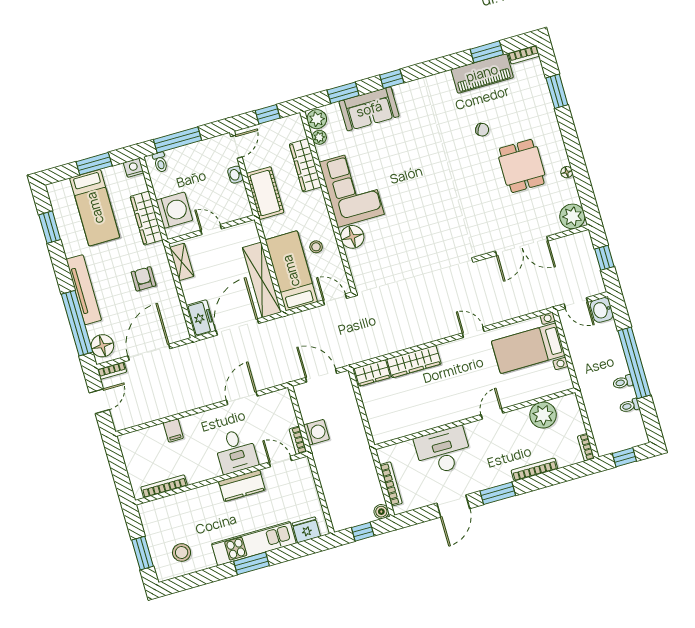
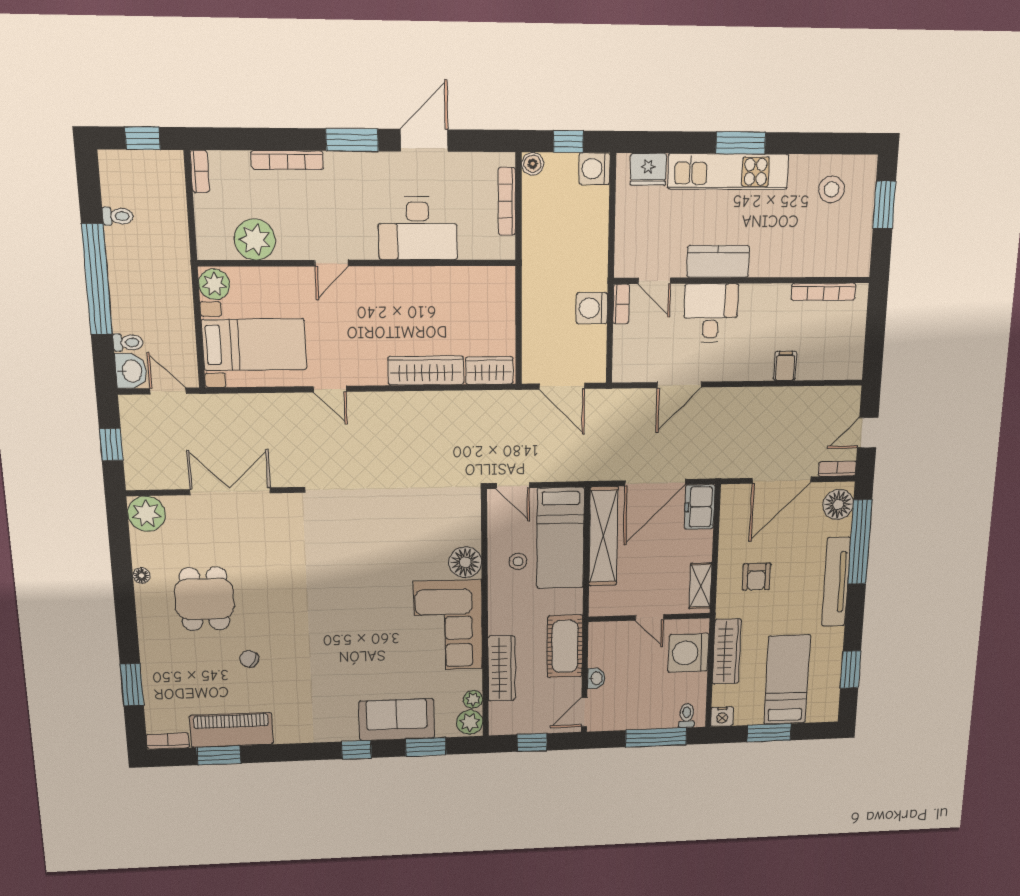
plant: (562, 380) -> (214, 284), added
toilet: (623, 382) -> (128, 342), moved
washing machine: (341, 520) -> (594, 169), added

